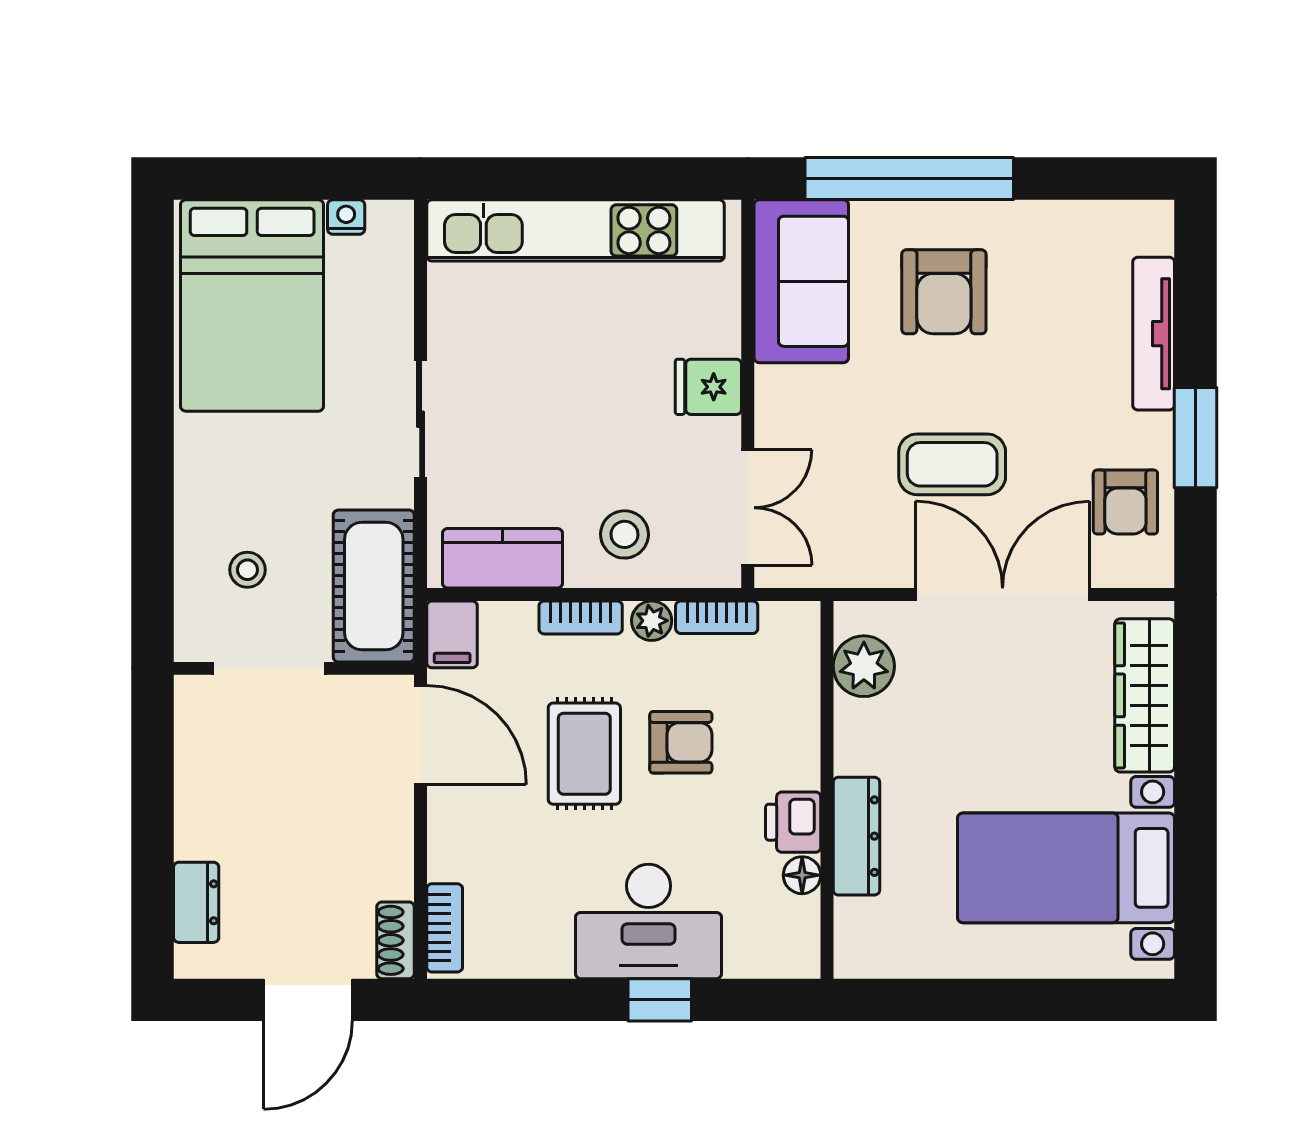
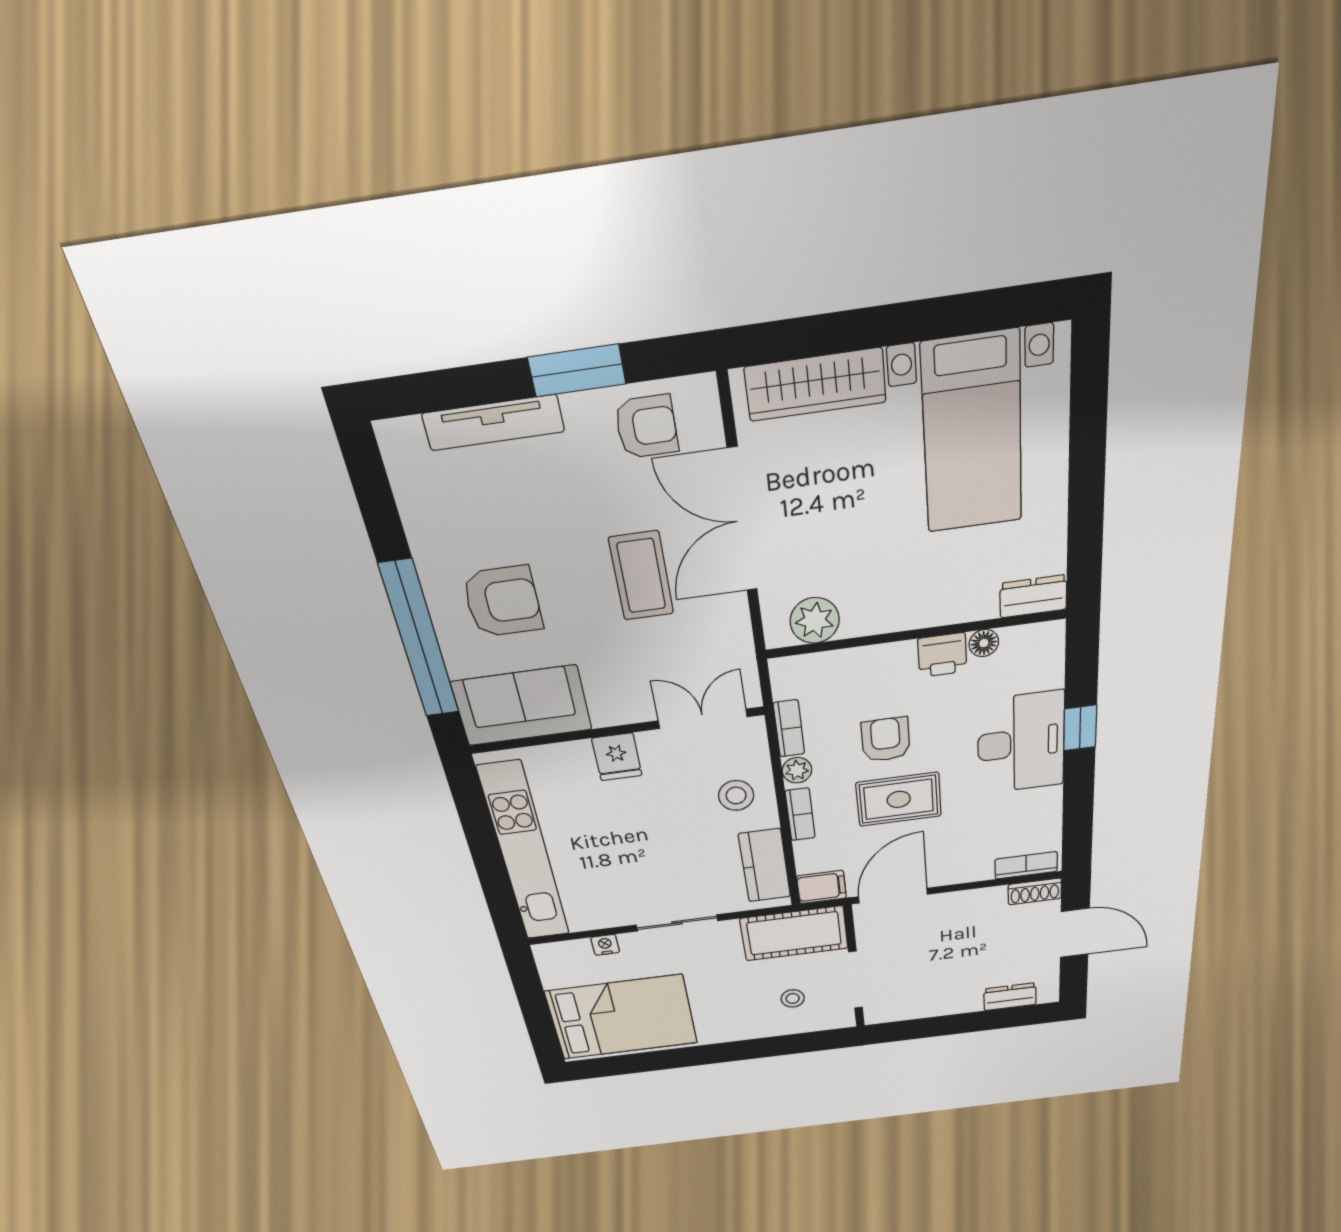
nightstand: (346, 217) -> (605, 945), moved, turned 90
dresser: (856, 836) -> (1033, 596), moved, width x0.70

